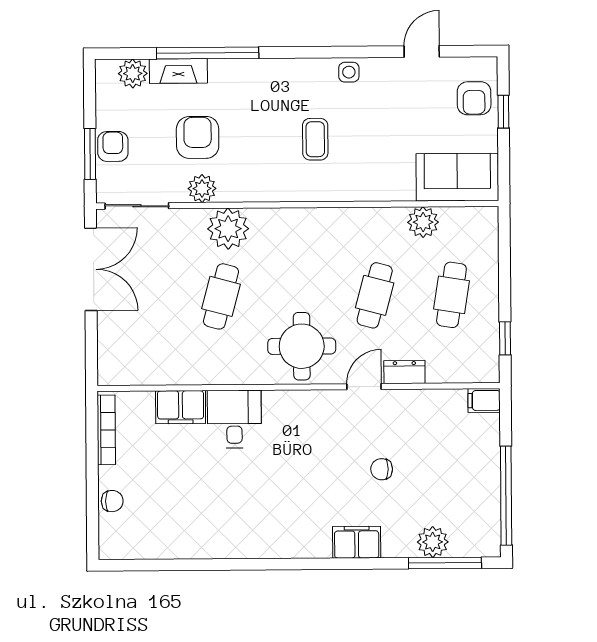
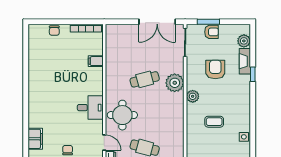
window: (208, 53) -> (253, 74), width x0.32
armchair: (198, 137) -> (215, 70), turned -90
plant: (202, 189) -> (193, 96), moved
cafe table: (221, 296) -> (145, 79), turned -30
filing cabinet: (181, 407) -> (96, 61), width x0.50
desk: (234, 419) -> (90, 108), moved

